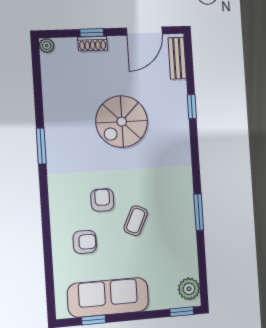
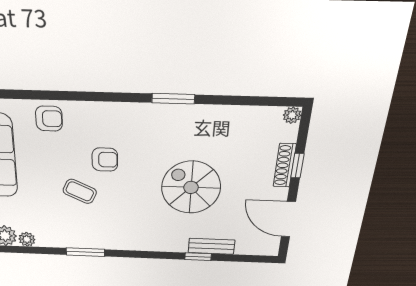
shoe rack: (93, 44) -> (285, 165), width x1.43
bench: (177, 58) -> (211, 246), moved
armchair: (85, 242) -> (49, 119), moved, turned -90
plant: (191, 268) -> (27, 239), added

